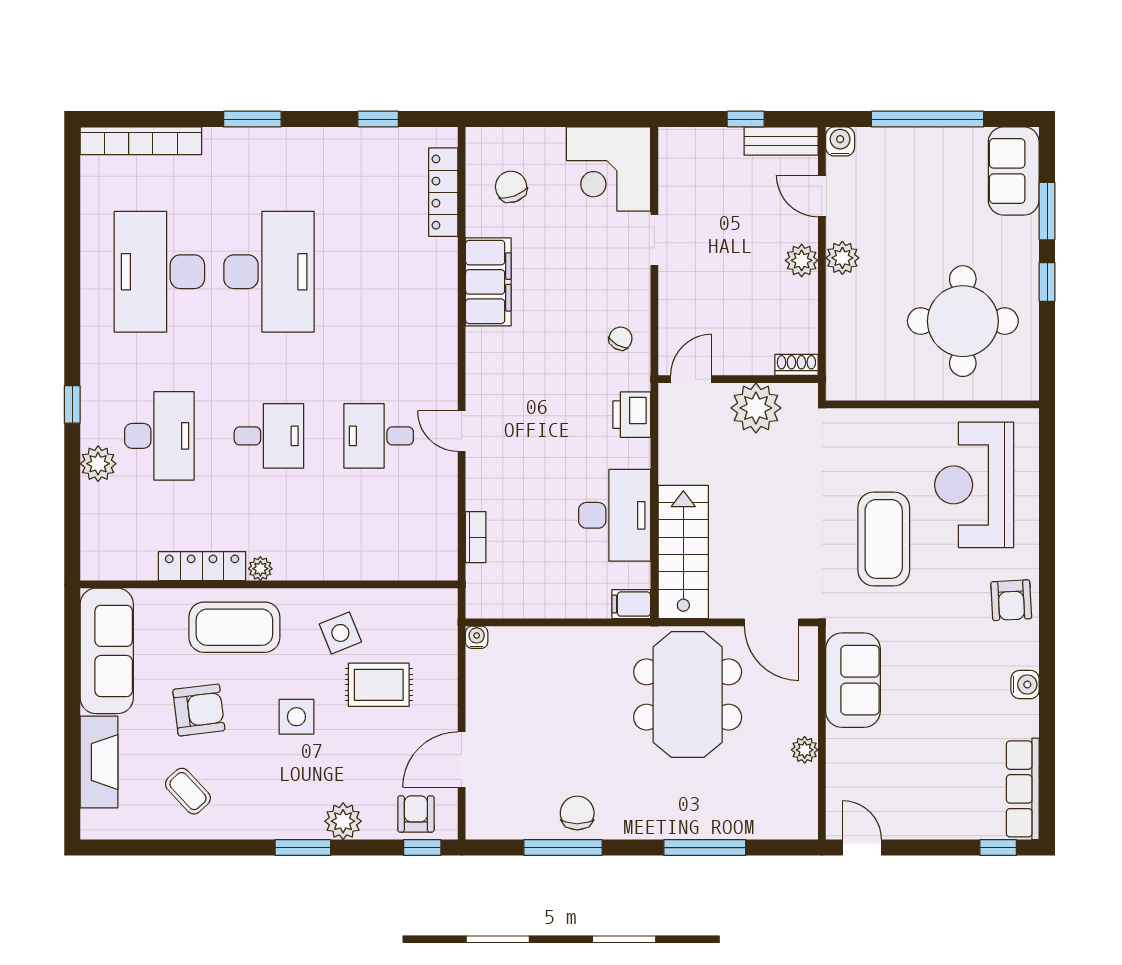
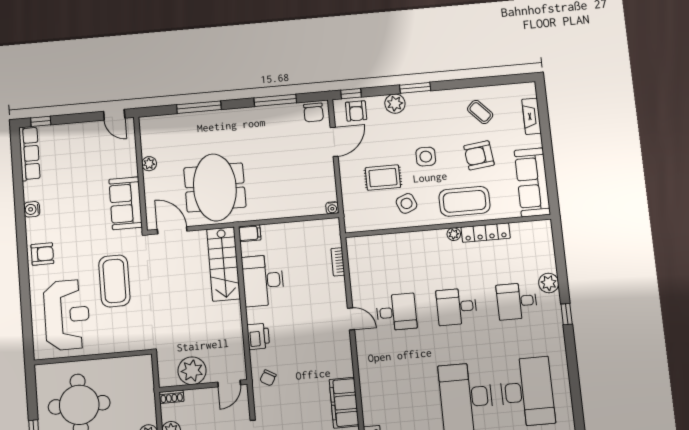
shoe rack: (796, 365) -> (171, 397), moved
door: (691, 379) -> (229, 383), moved
wall: (738, 379) -> (203, 386), moved
plant: (756, 408) -> (192, 371), moved
desk: (159, 436) -> (517, 301), width x0.73
armchair: (1011, 600) -> (42, 254), turned 93
fireplace: (99, 762) -> (532, 116), width x0.73, depth x0.76
chair: (577, 813) -> (314, 112), moved

